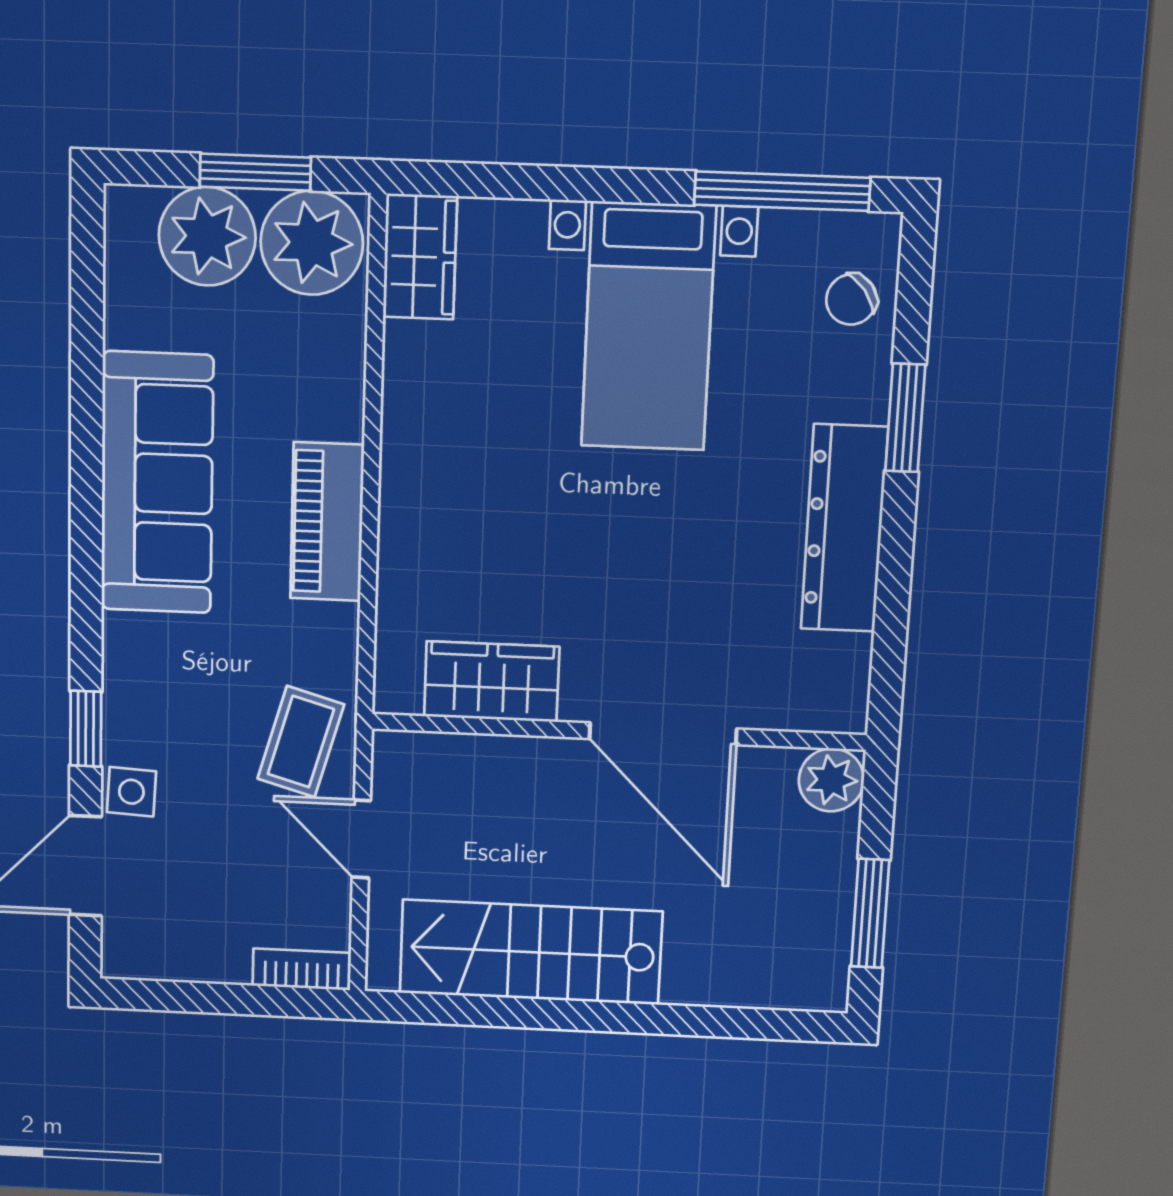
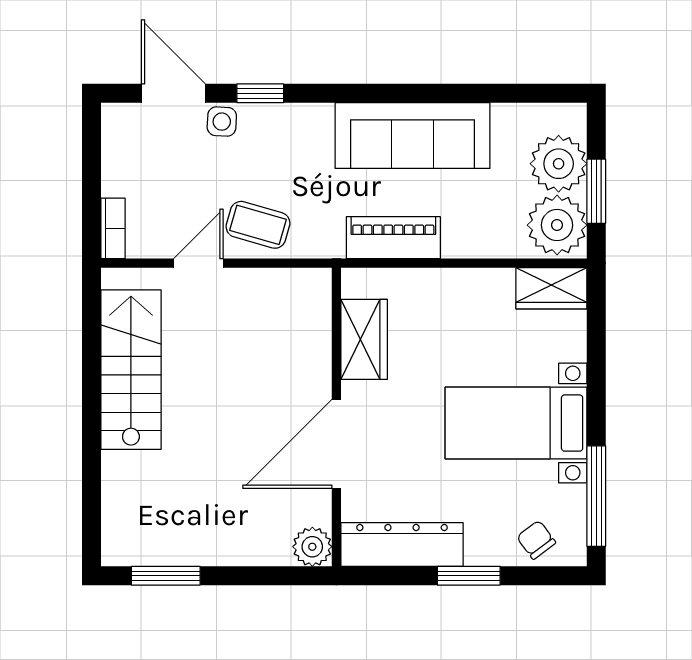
wardrobe: (492, 682) -> (364, 339), moved
wall: (618, 732) -> (336, 417), moved
door: (663, 734) -> (336, 444), moved
plant: (831, 780) -> (312, 547), moved

